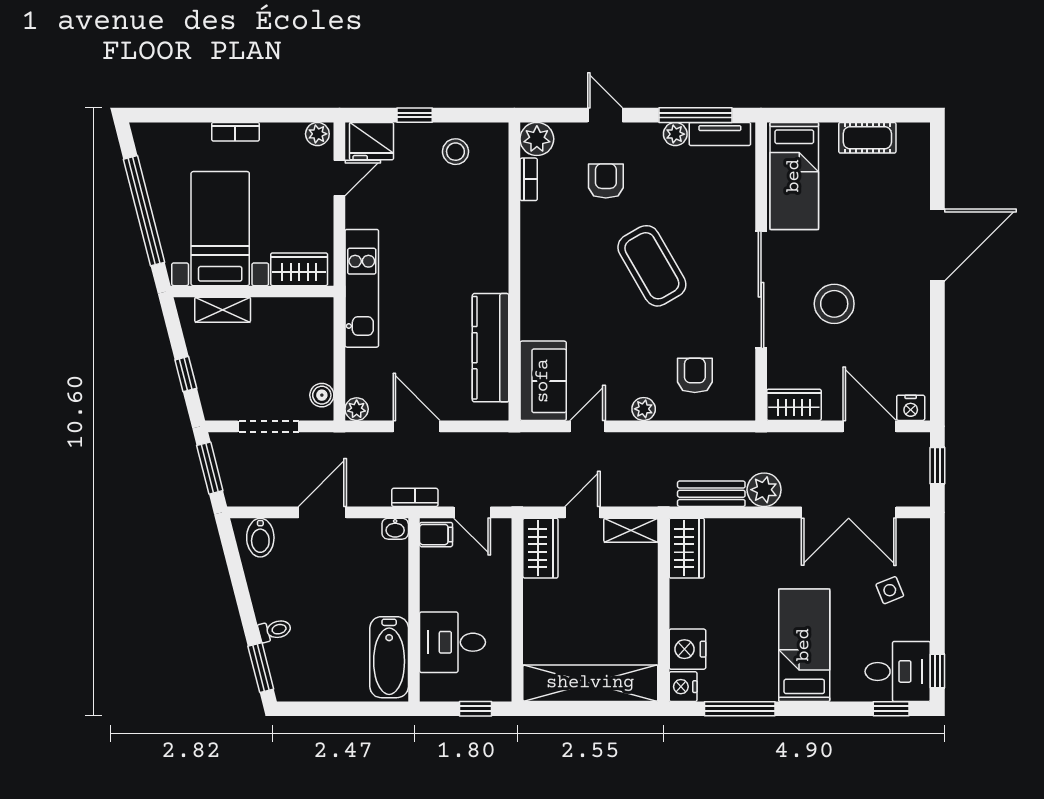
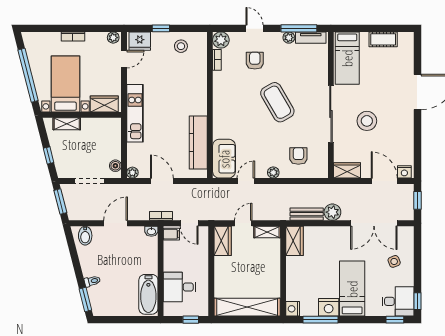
nightstand: (687, 649) -> (329, 307), moved, turned -90

